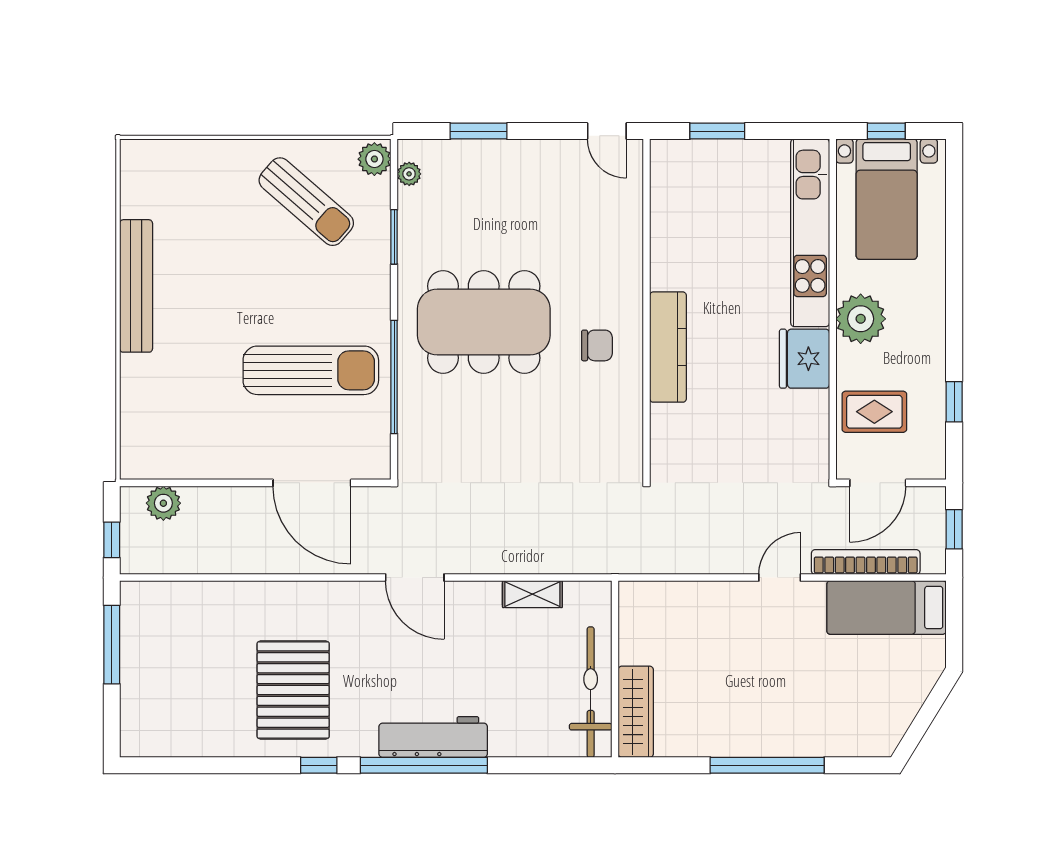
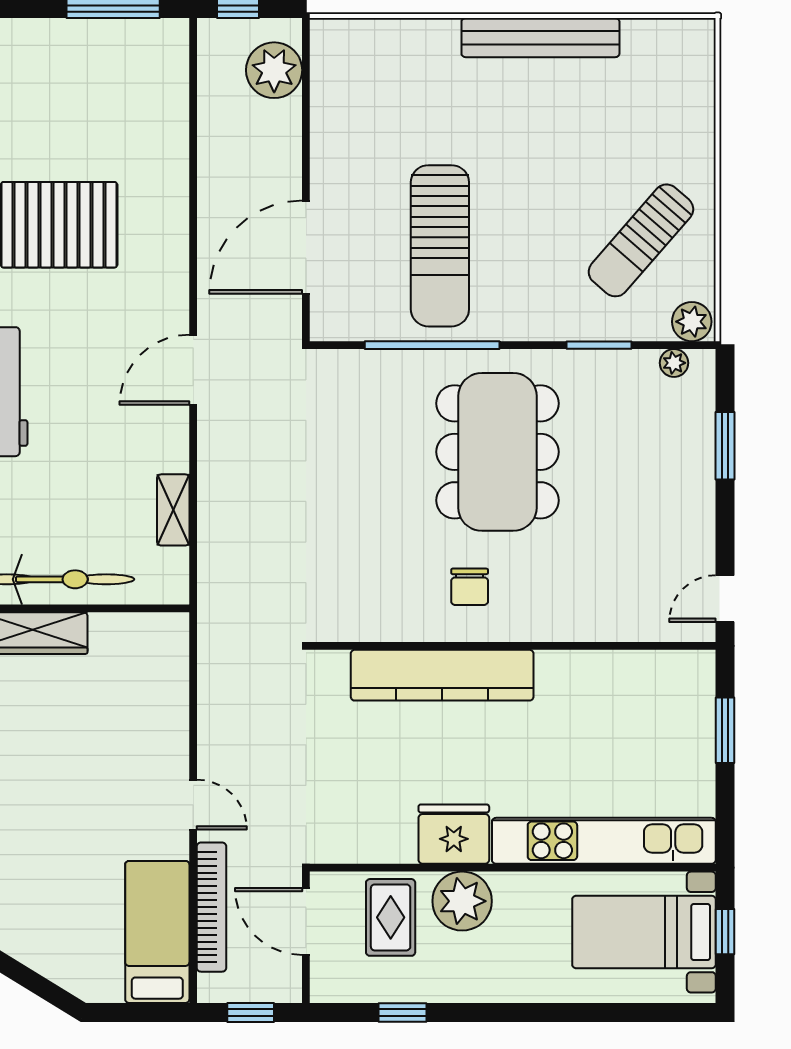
plant: (861, 319) -> (462, 901), moved
kitchen counter: (668, 347) -> (442, 675), width x1.39, depth x1.17
plant: (163, 503) -> (274, 70), width x1.36, depth x1.36

